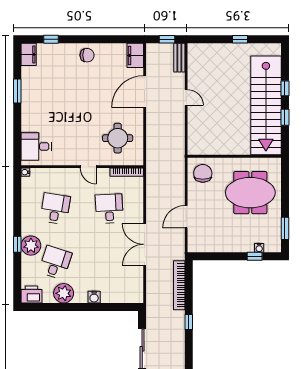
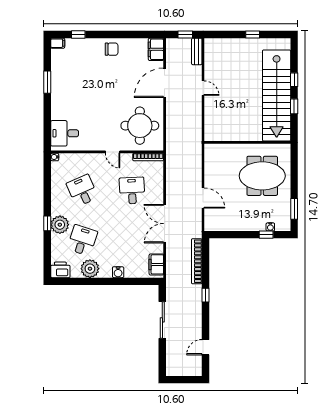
filing cabinet: (29, 54) -> (58, 43), width x0.50
round table: (118, 138) -> (140, 126), width x1.36, depth x1.36
chair: (203, 173) -> (218, 158), removed
desk: (55, 209) -> (82, 191), turned -33
door: (186, 217) -> (203, 198), swing flipped
filing cabinet: (136, 289) -> (156, 264), added

